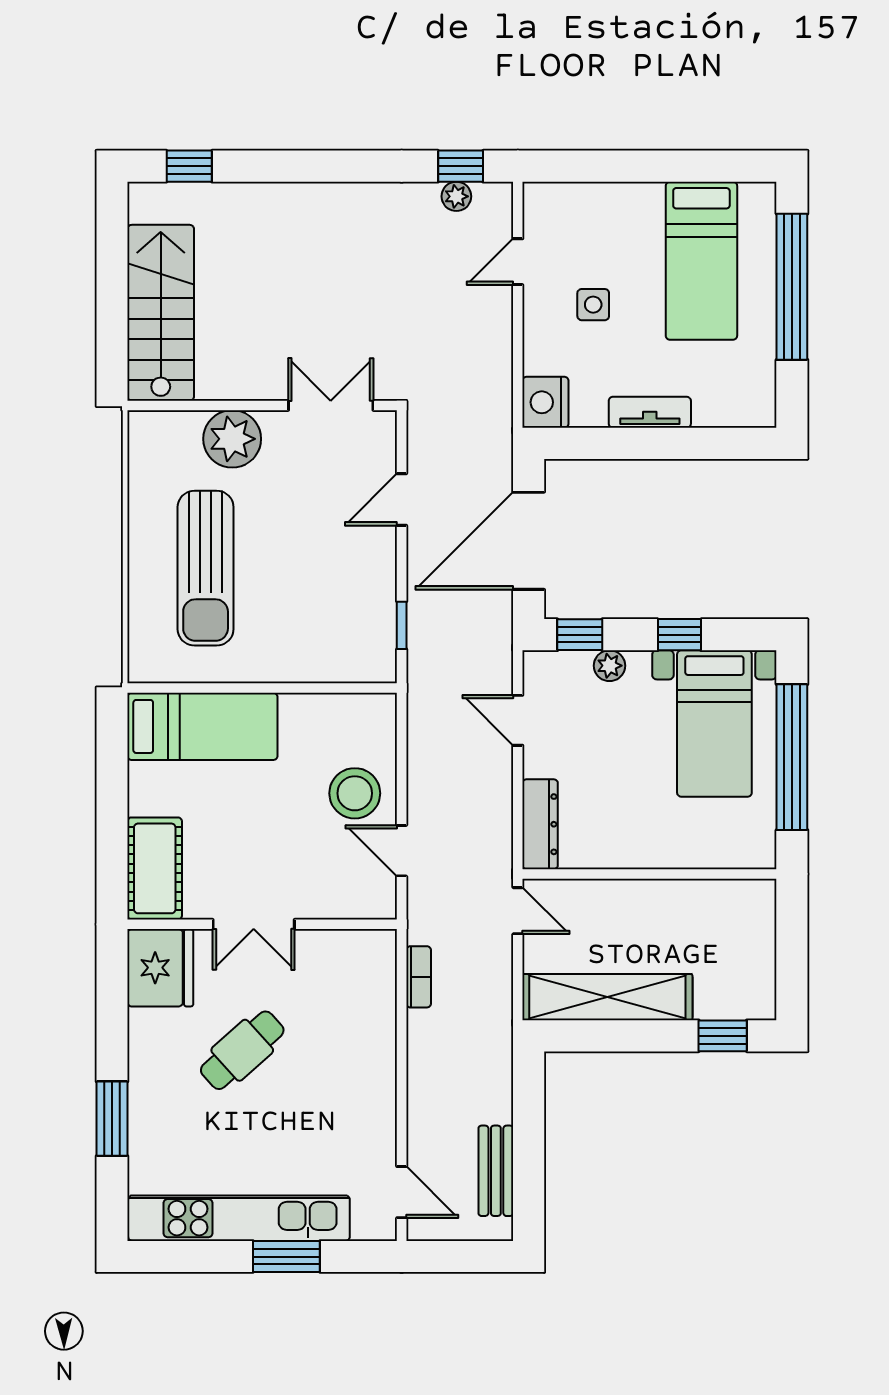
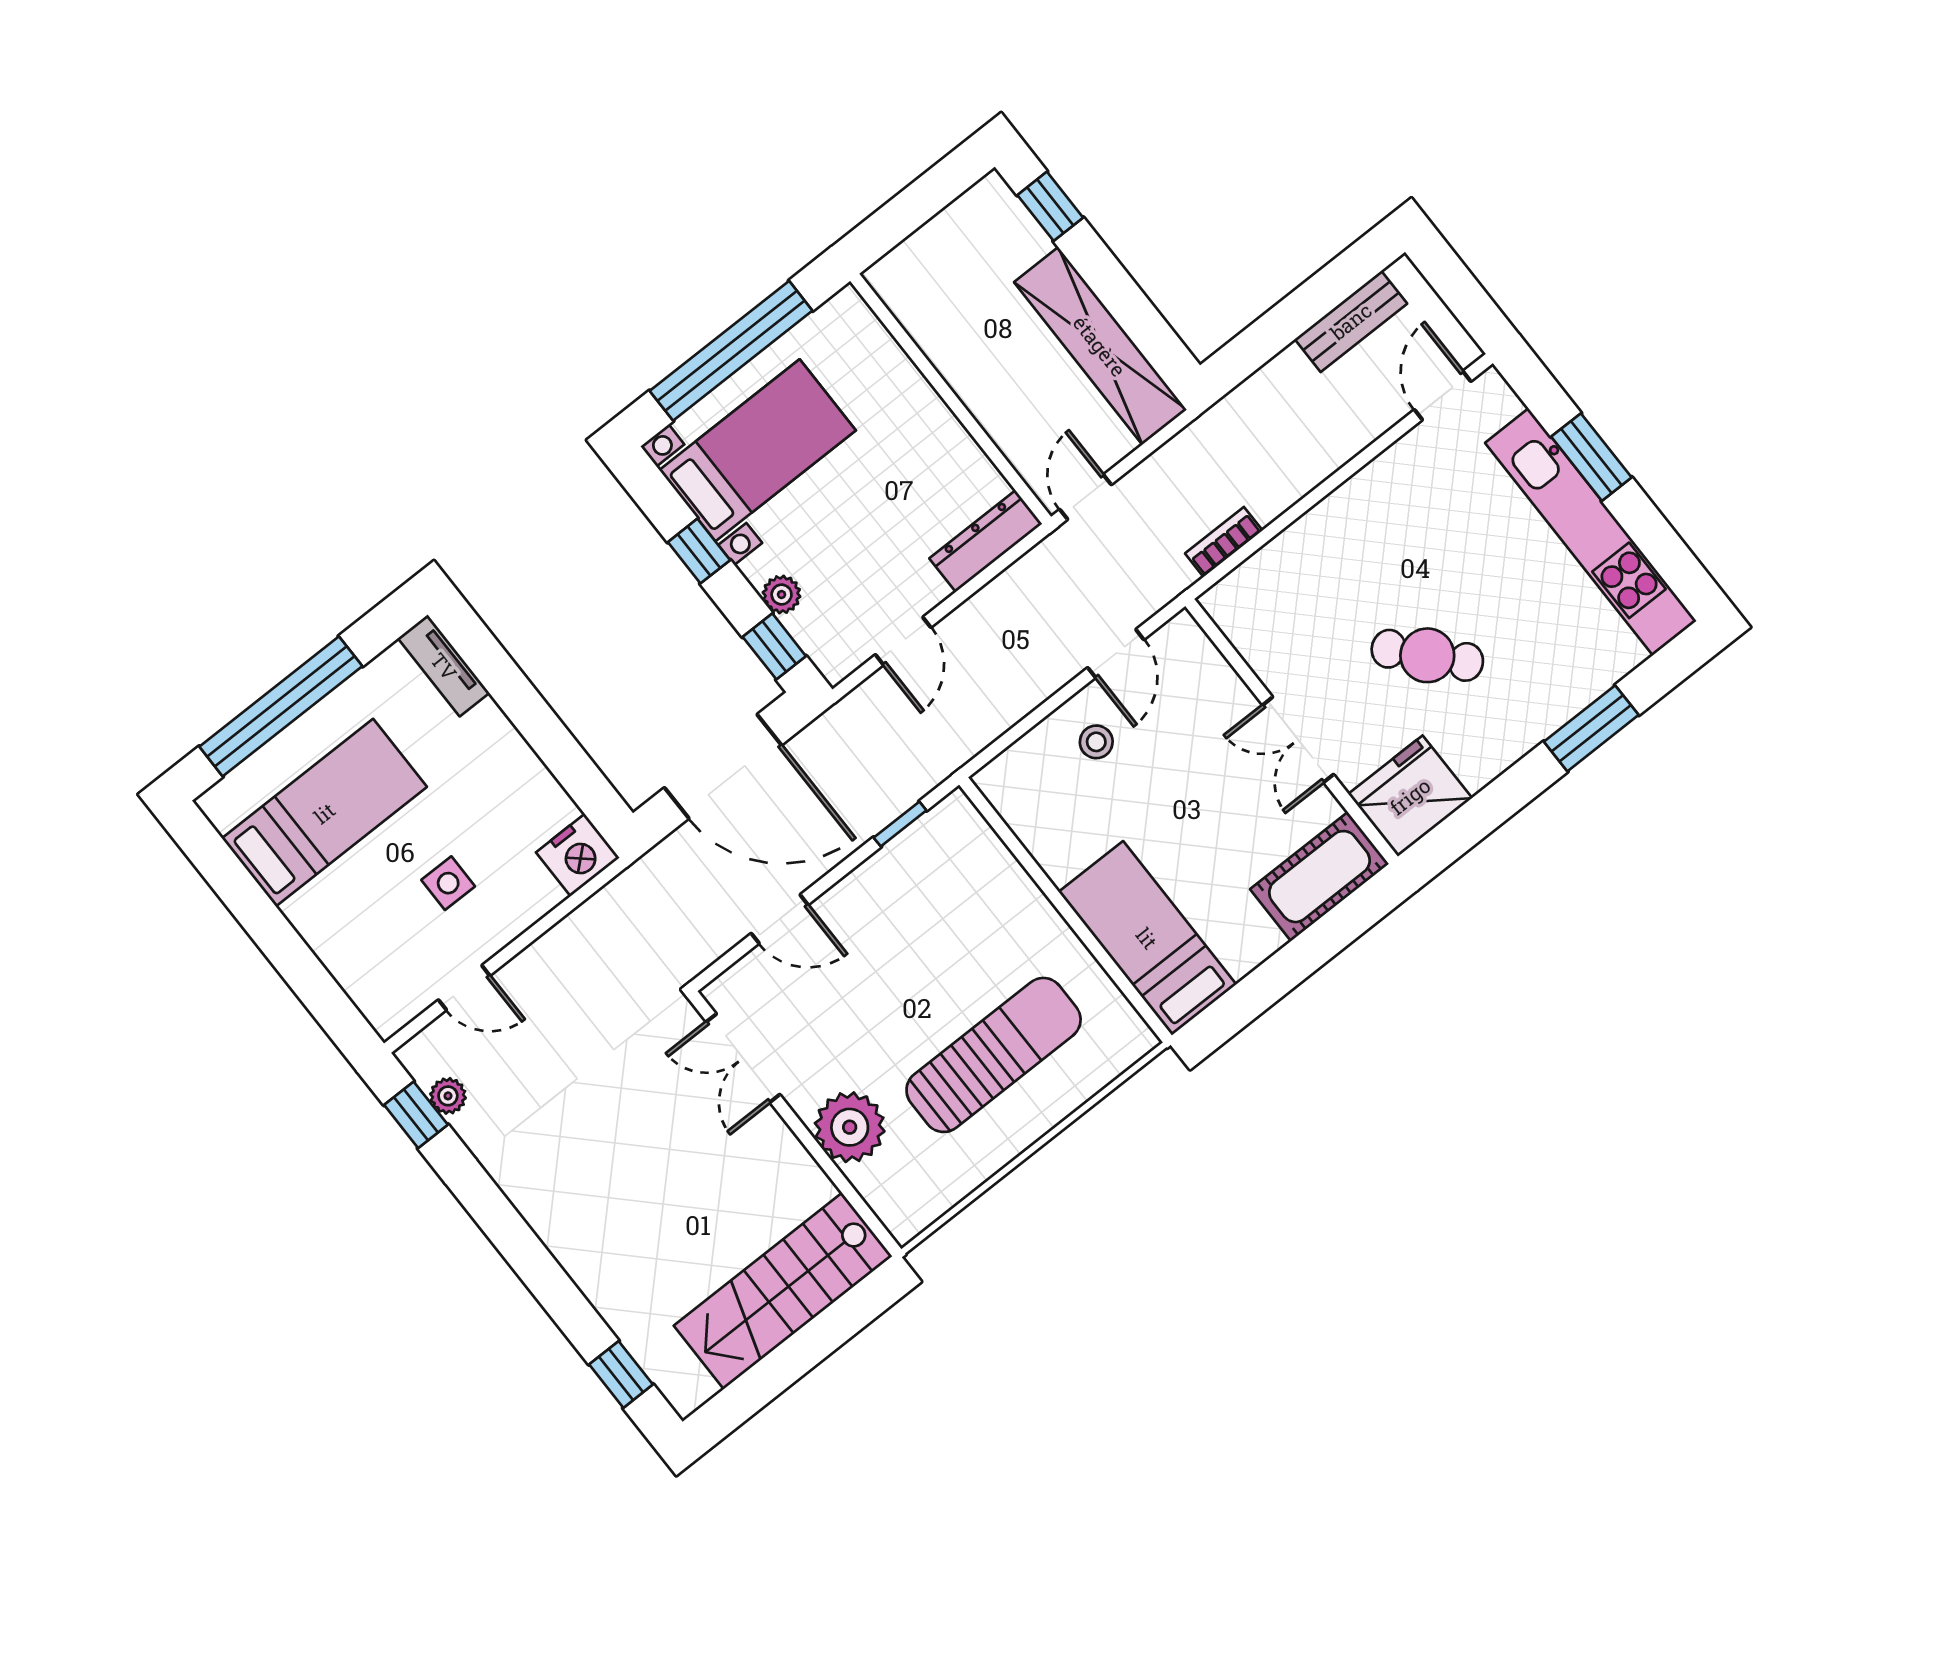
tv unit: (650, 412) -> (444, 666), moved
stool: (355, 793) -> (1096, 742), width x0.53, depth x0.53
double door: (254, 924) -> (1298, 740), swing flipped

